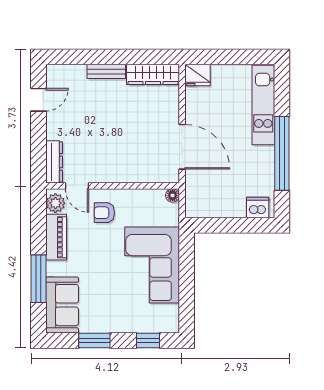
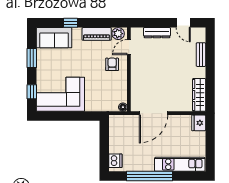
bench: (106, 71) -> (201, 55), moved
dresser: (54, 162) -> (157, 33), moved
corner sofa: (152, 265) -> (60, 94), moved
window: (38, 279) -> (71, 23), width x0.46

